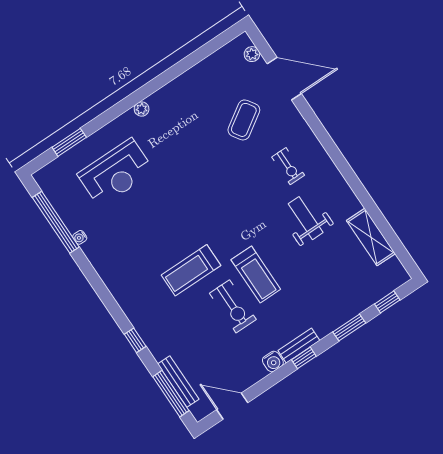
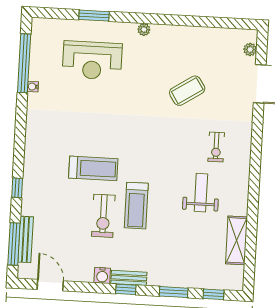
coffee table: (244, 120) -> (187, 91), moved
window: (69, 142) -> (94, 16), moved
treadmill: (191, 270) -> (93, 168), turned 180

